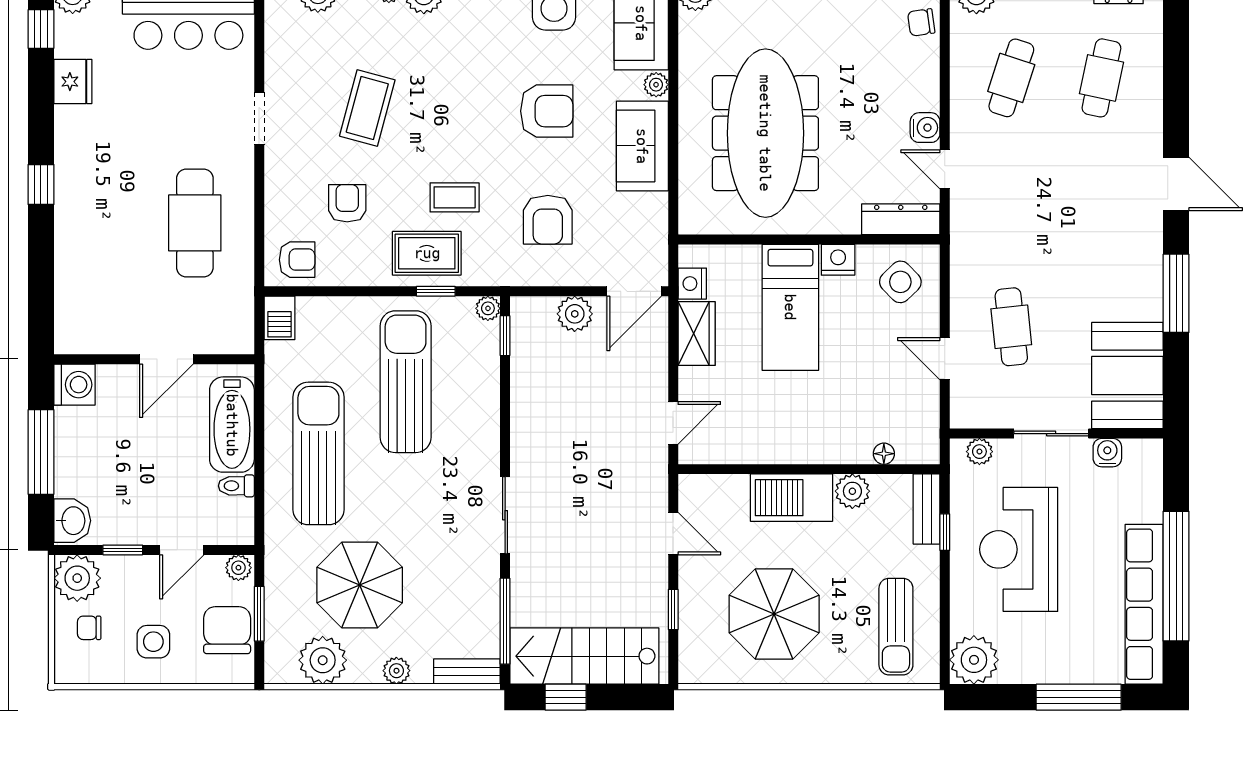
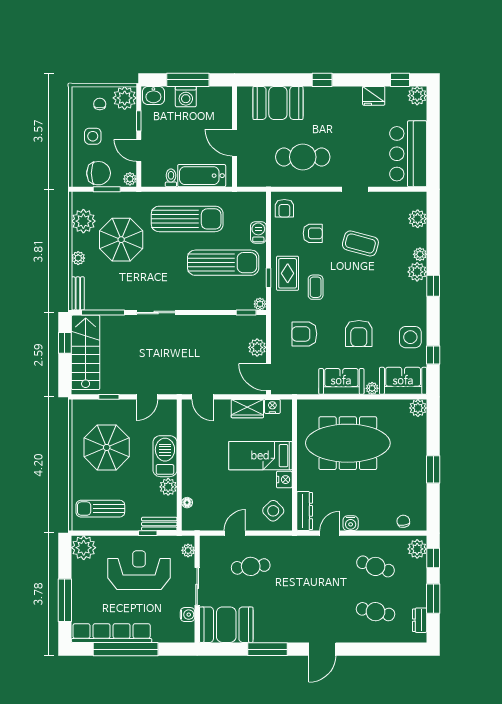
booth: (87, 273) -> (278, 103), added
barbecue: (280, 318) -> (258, 232), moved, turned 90
washing machine: (74, 385) -> (186, 97), moved

